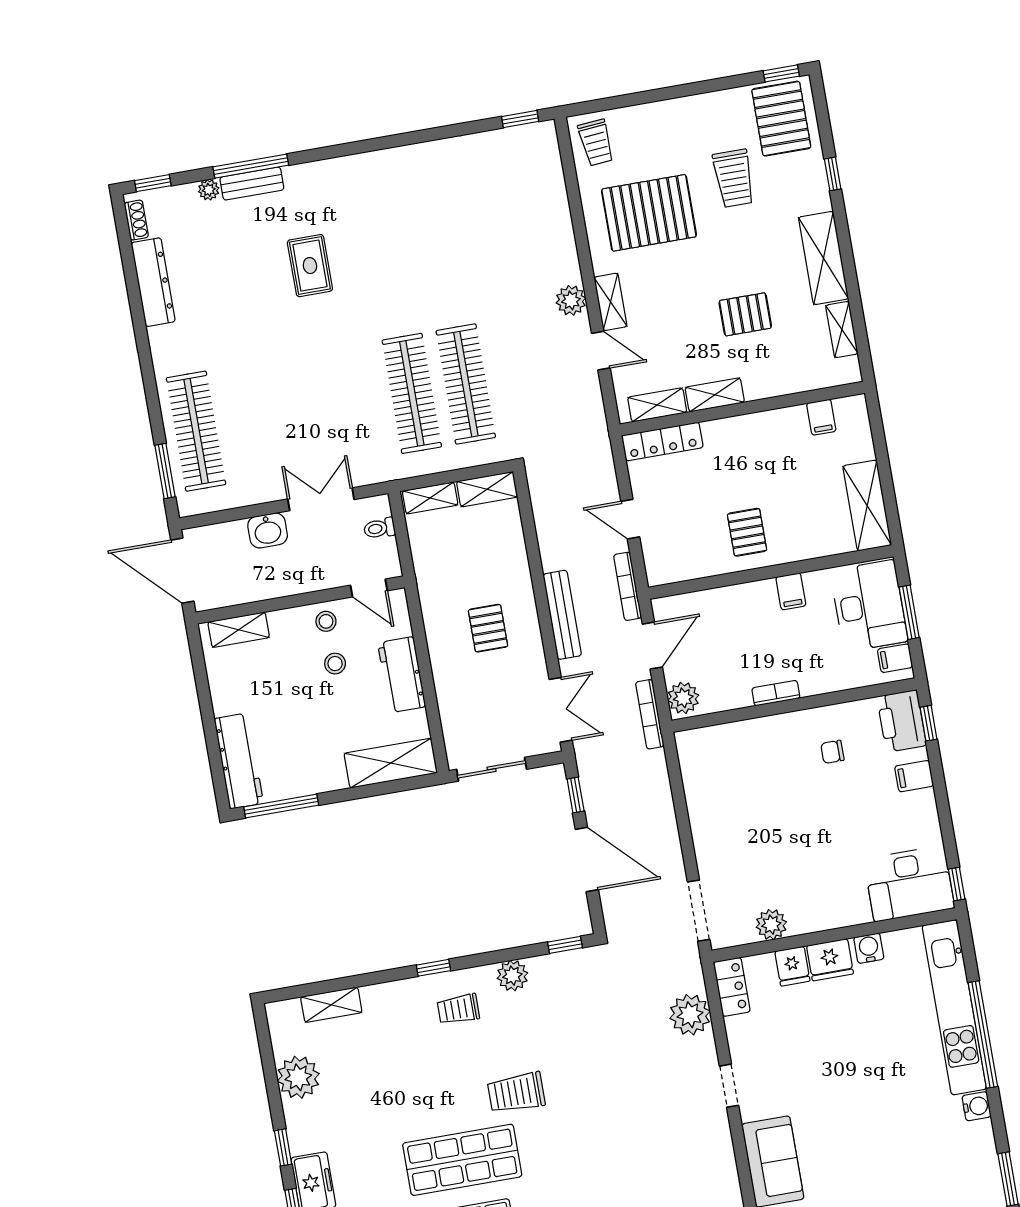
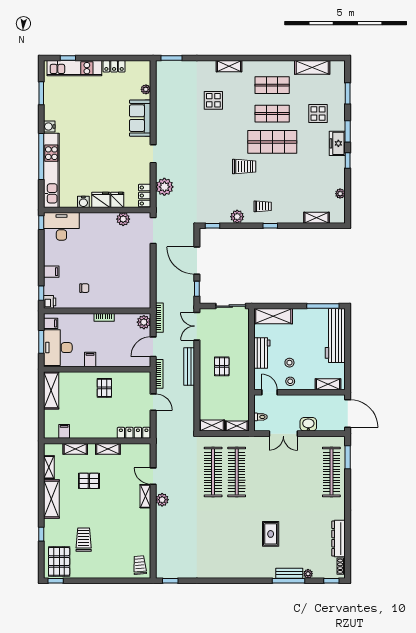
pallet: (649, 213) -> (122, 531), removed
shelving: (657, 405) -> (75, 449), moved
printer: (902, 721) -> (50, 302), width x0.53, depth x0.68
workbench: (239, 761) -> (335, 336), width x1.36, depth x1.32
plant: (298, 1077) -> (340, 194), width x0.53, depth x0.53

